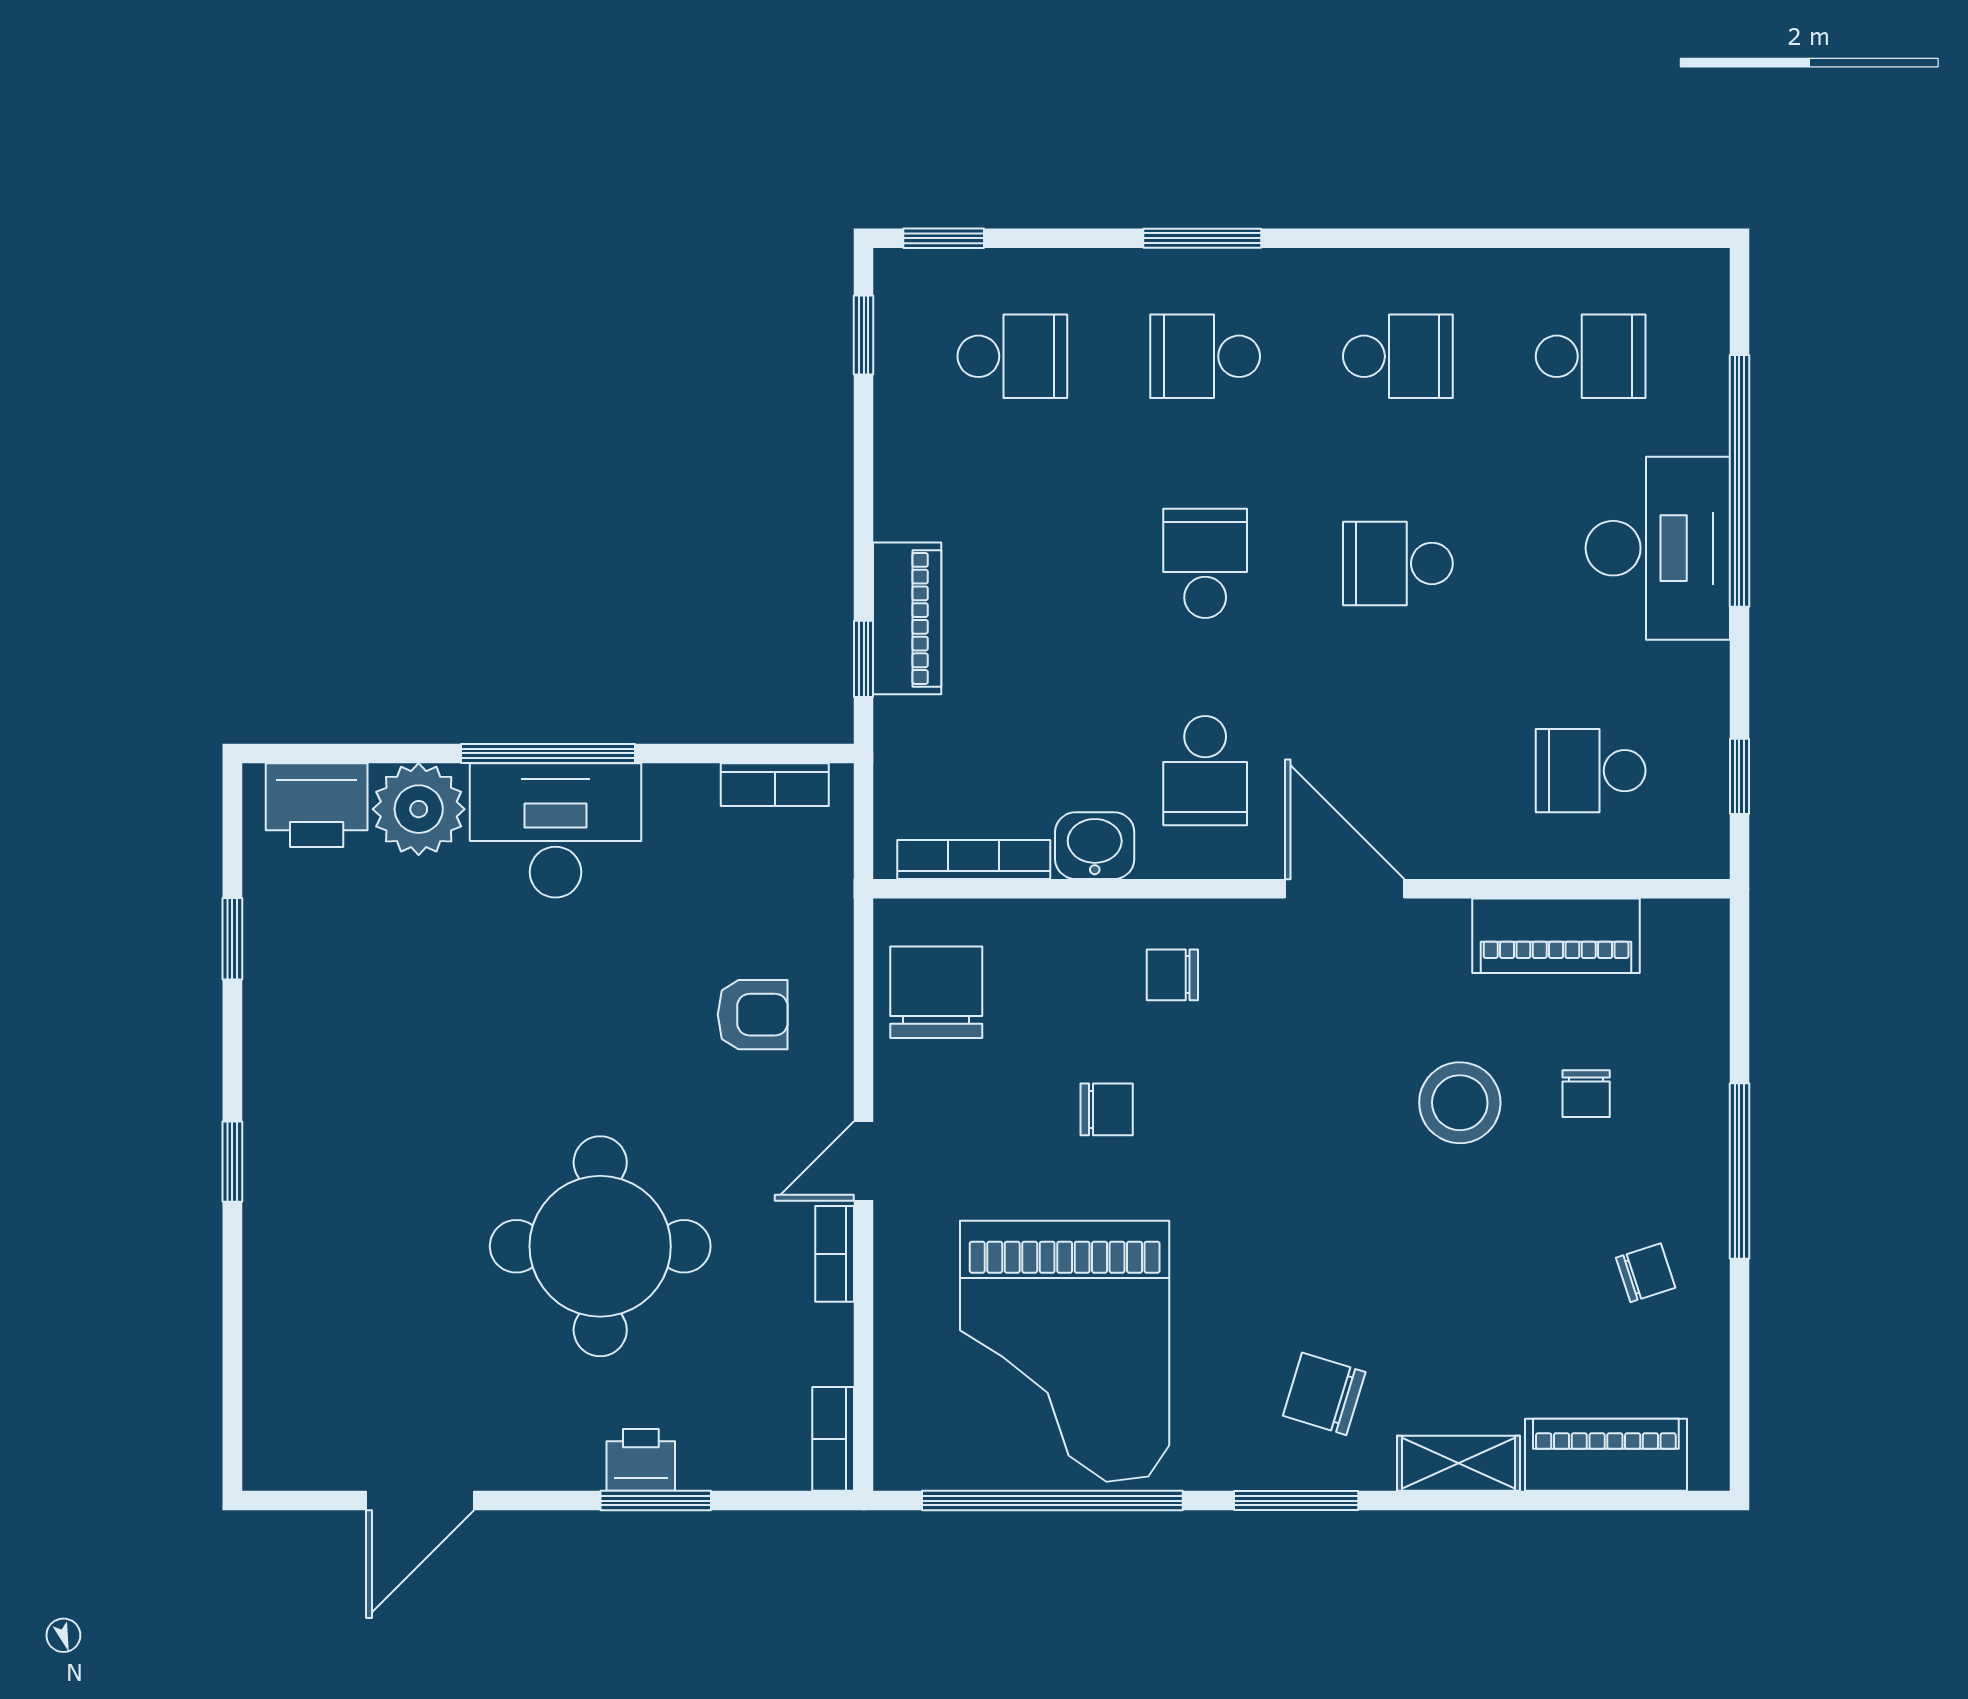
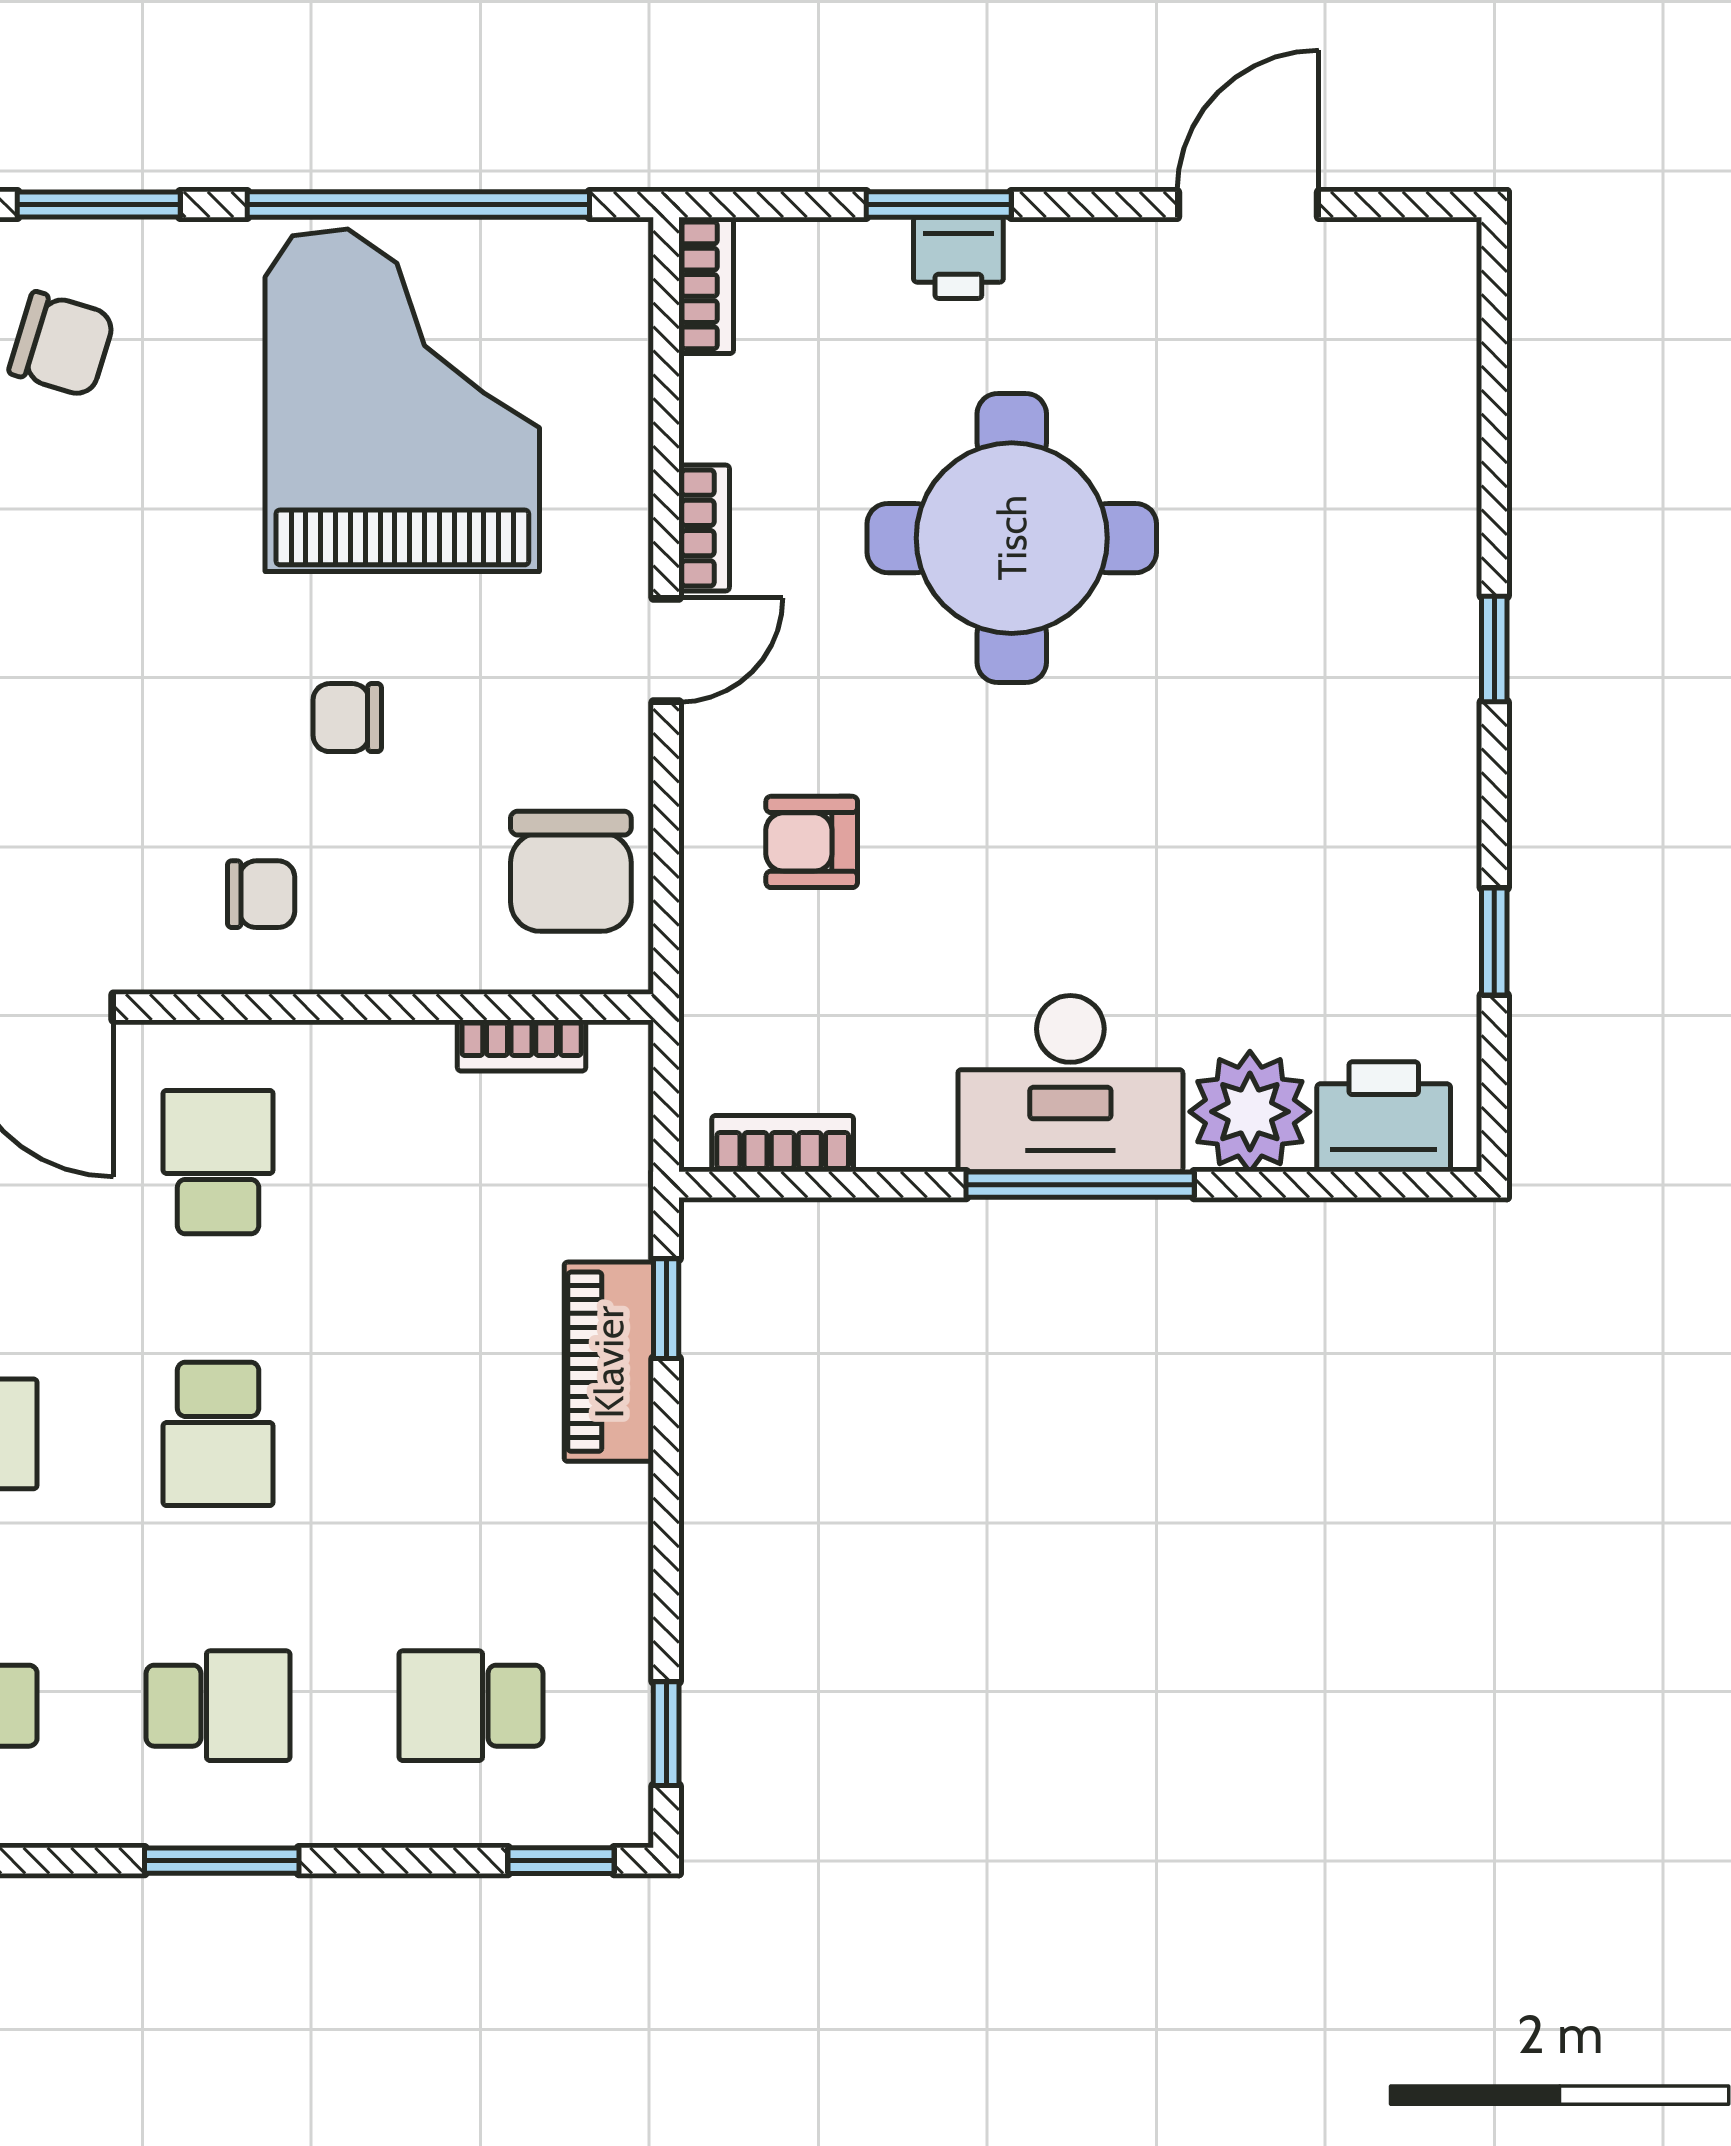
washbasin: (1095, 846) -> (363, 1064), removed
bookcase: (974, 860) -> (522, 1045), width x0.64

